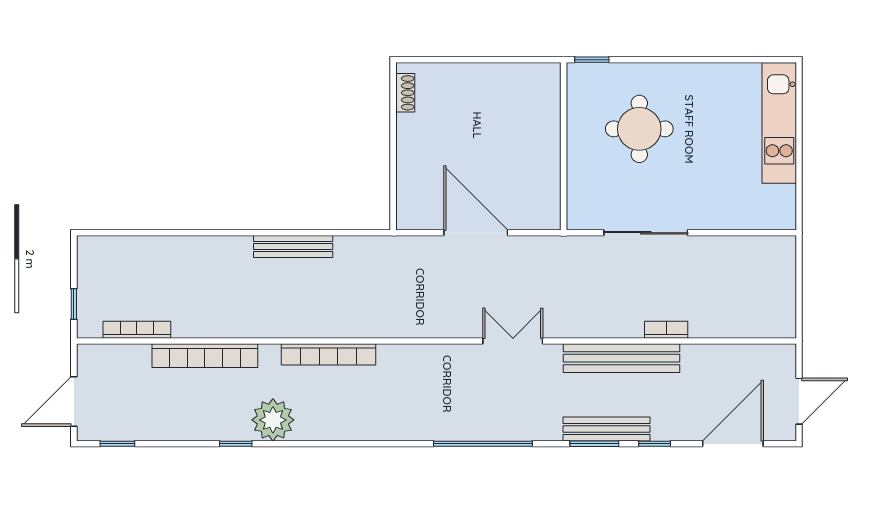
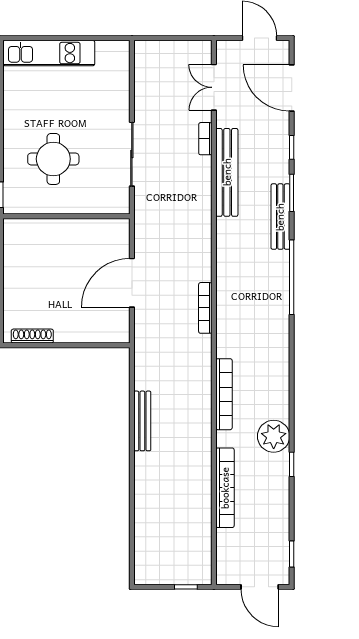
shoe rack: (405, 93) -> (32, 336), width x1.43
bookcase: (137, 330) -> (205, 308), moved
double door: (513, 341) -> (214, 87), moved
bench: (606, 429) -> (280, 217), moved

